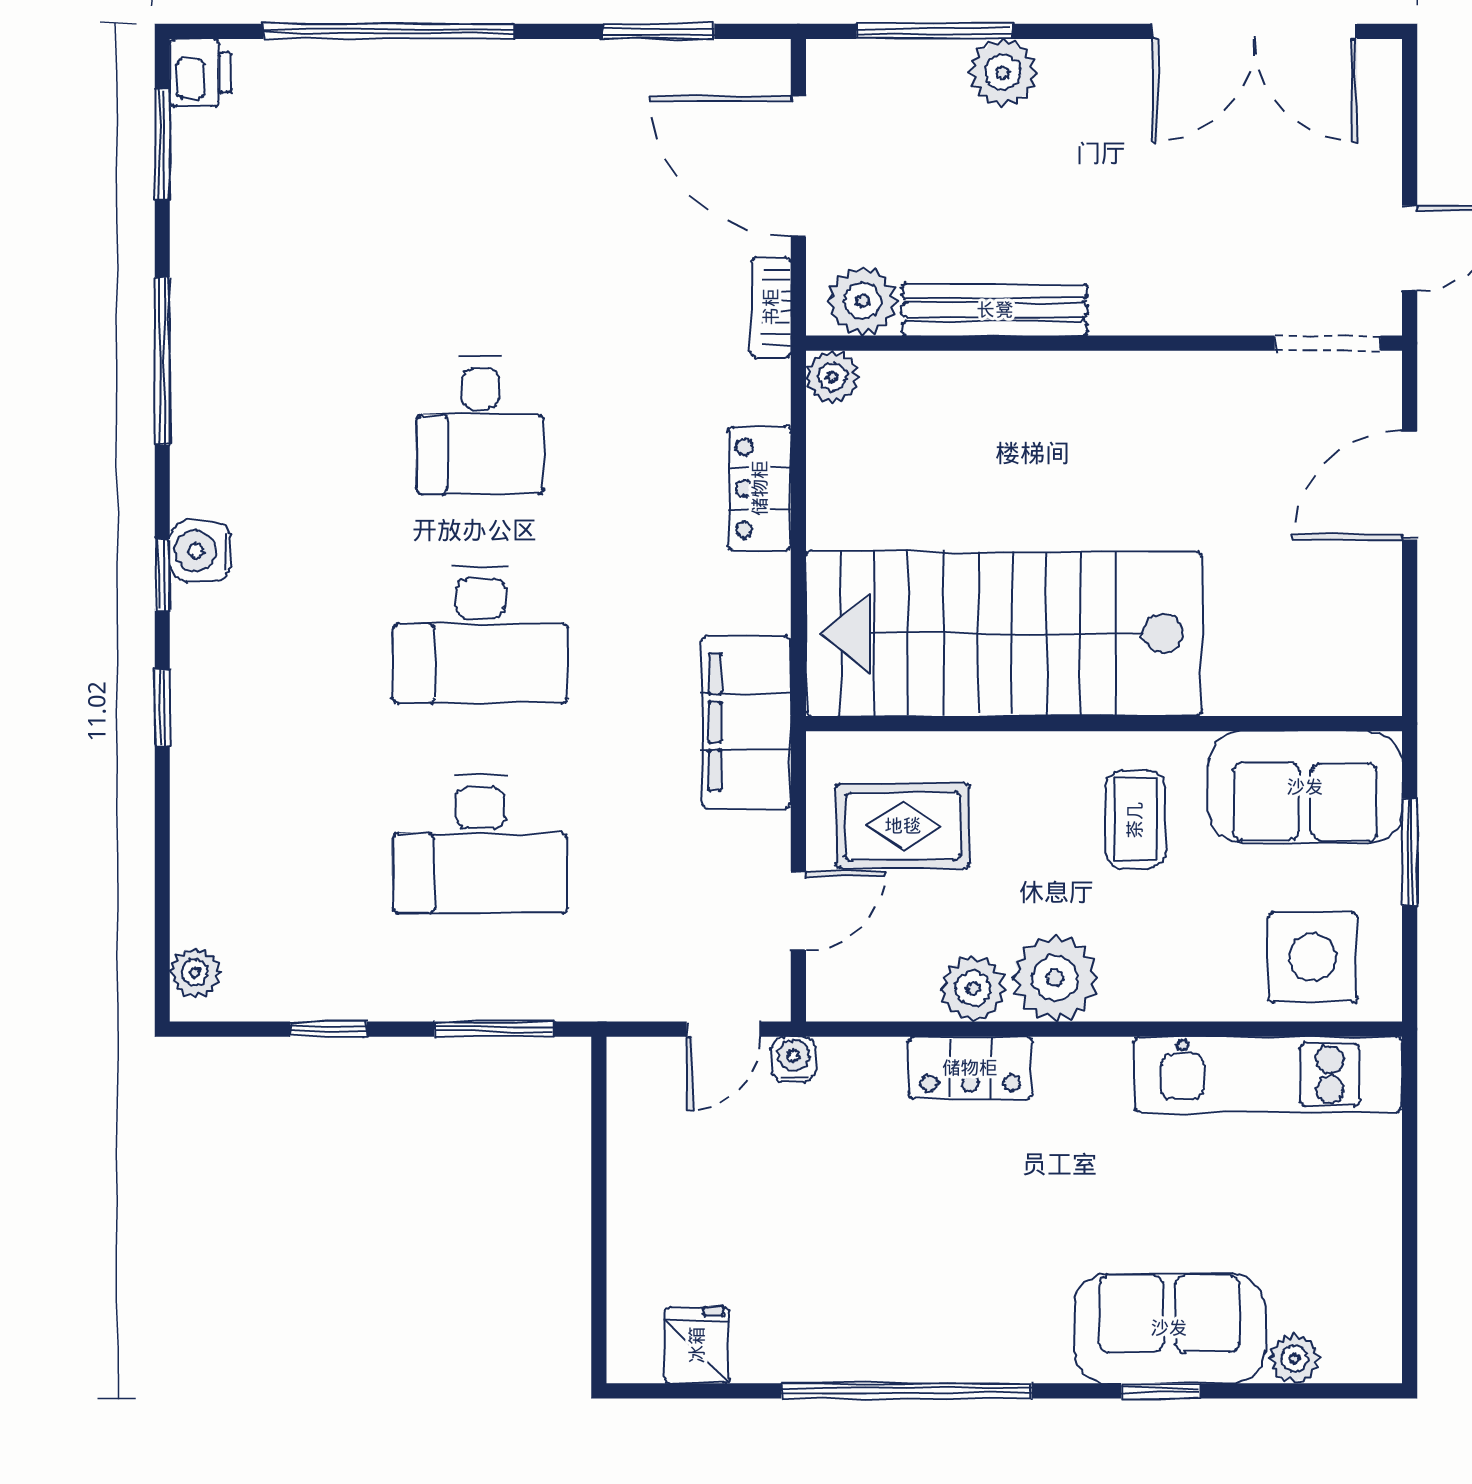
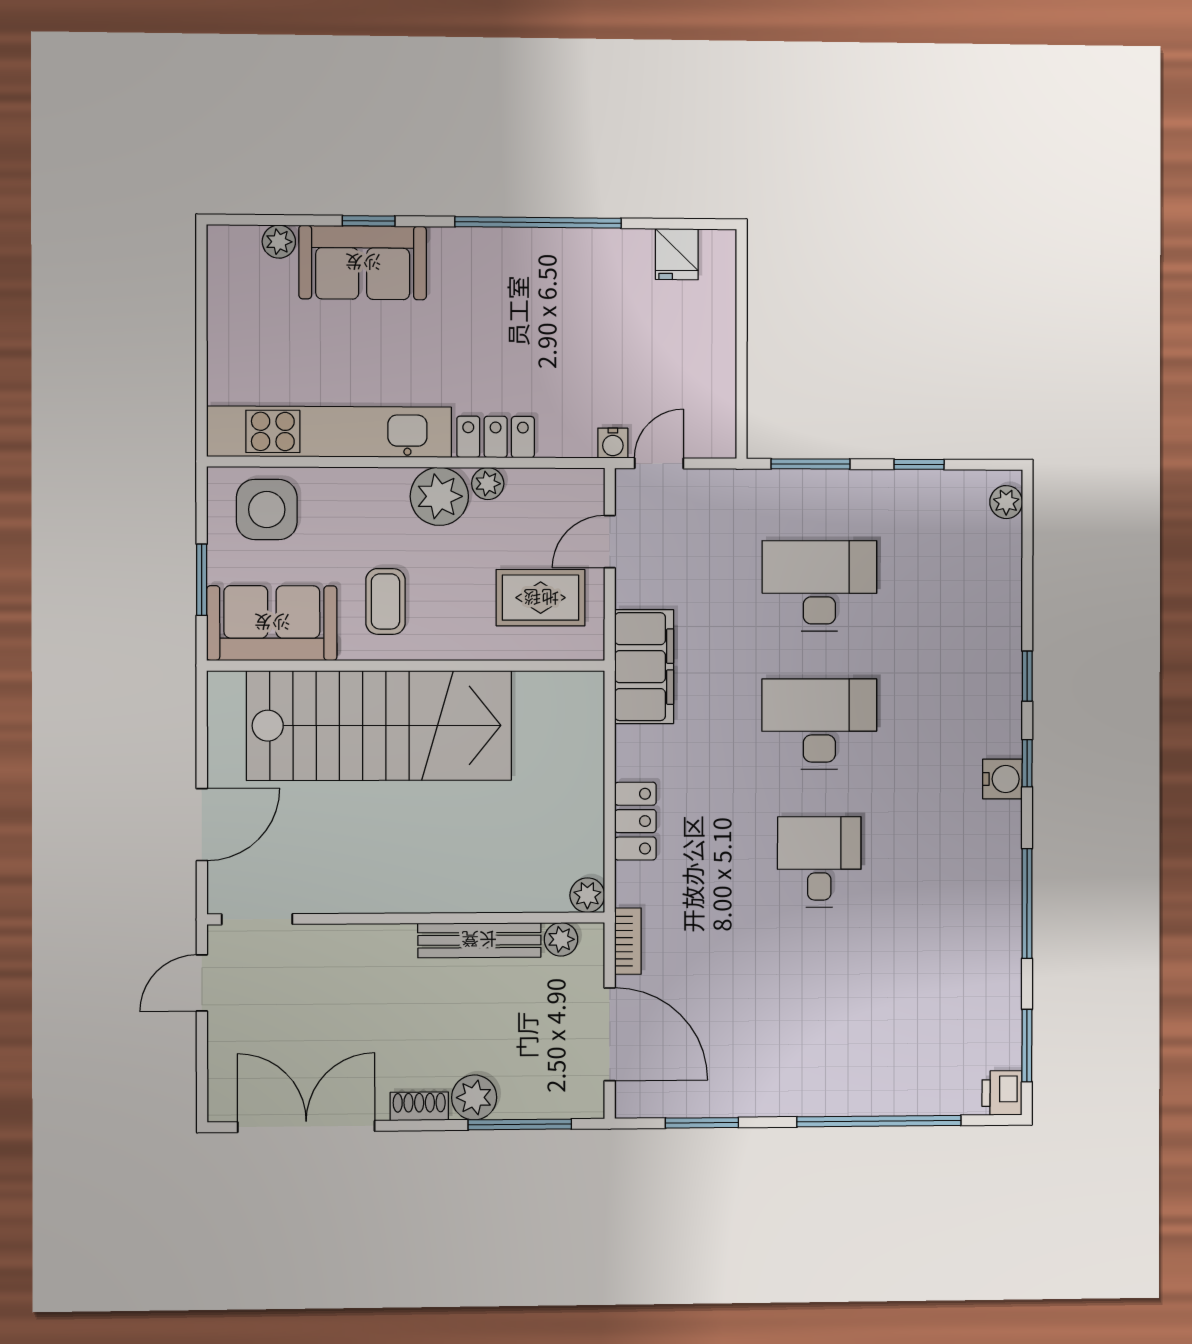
shoe rack: (1085, 60) -> (419, 1106), added
plant: (862, 301) -> (561, 939), width x0.73, depth x0.73
stairs: (1004, 633) -> (379, 725), moved
plant: (973, 989) -> (488, 484), width x0.73, depth x0.73
kitchen unit: (1268, 1074) -> (329, 432), width x1.36

